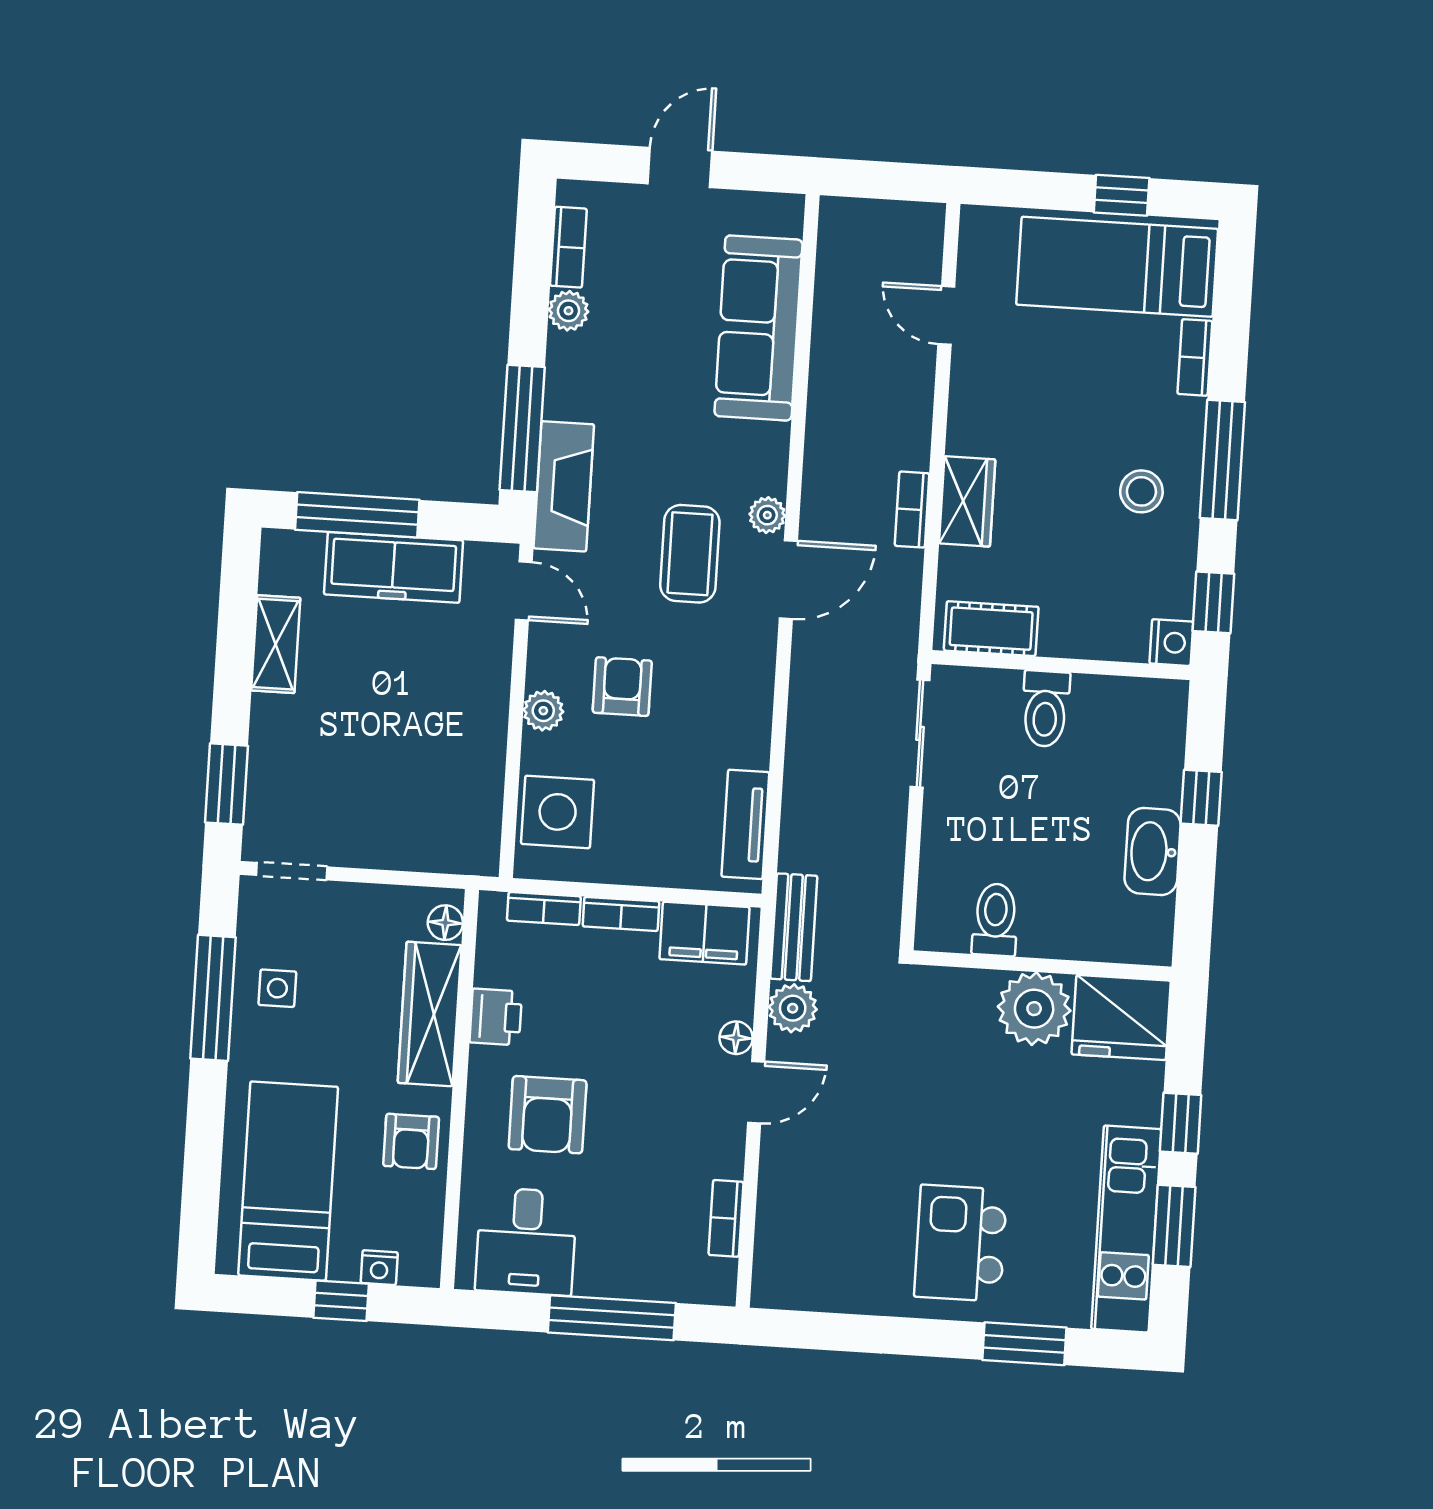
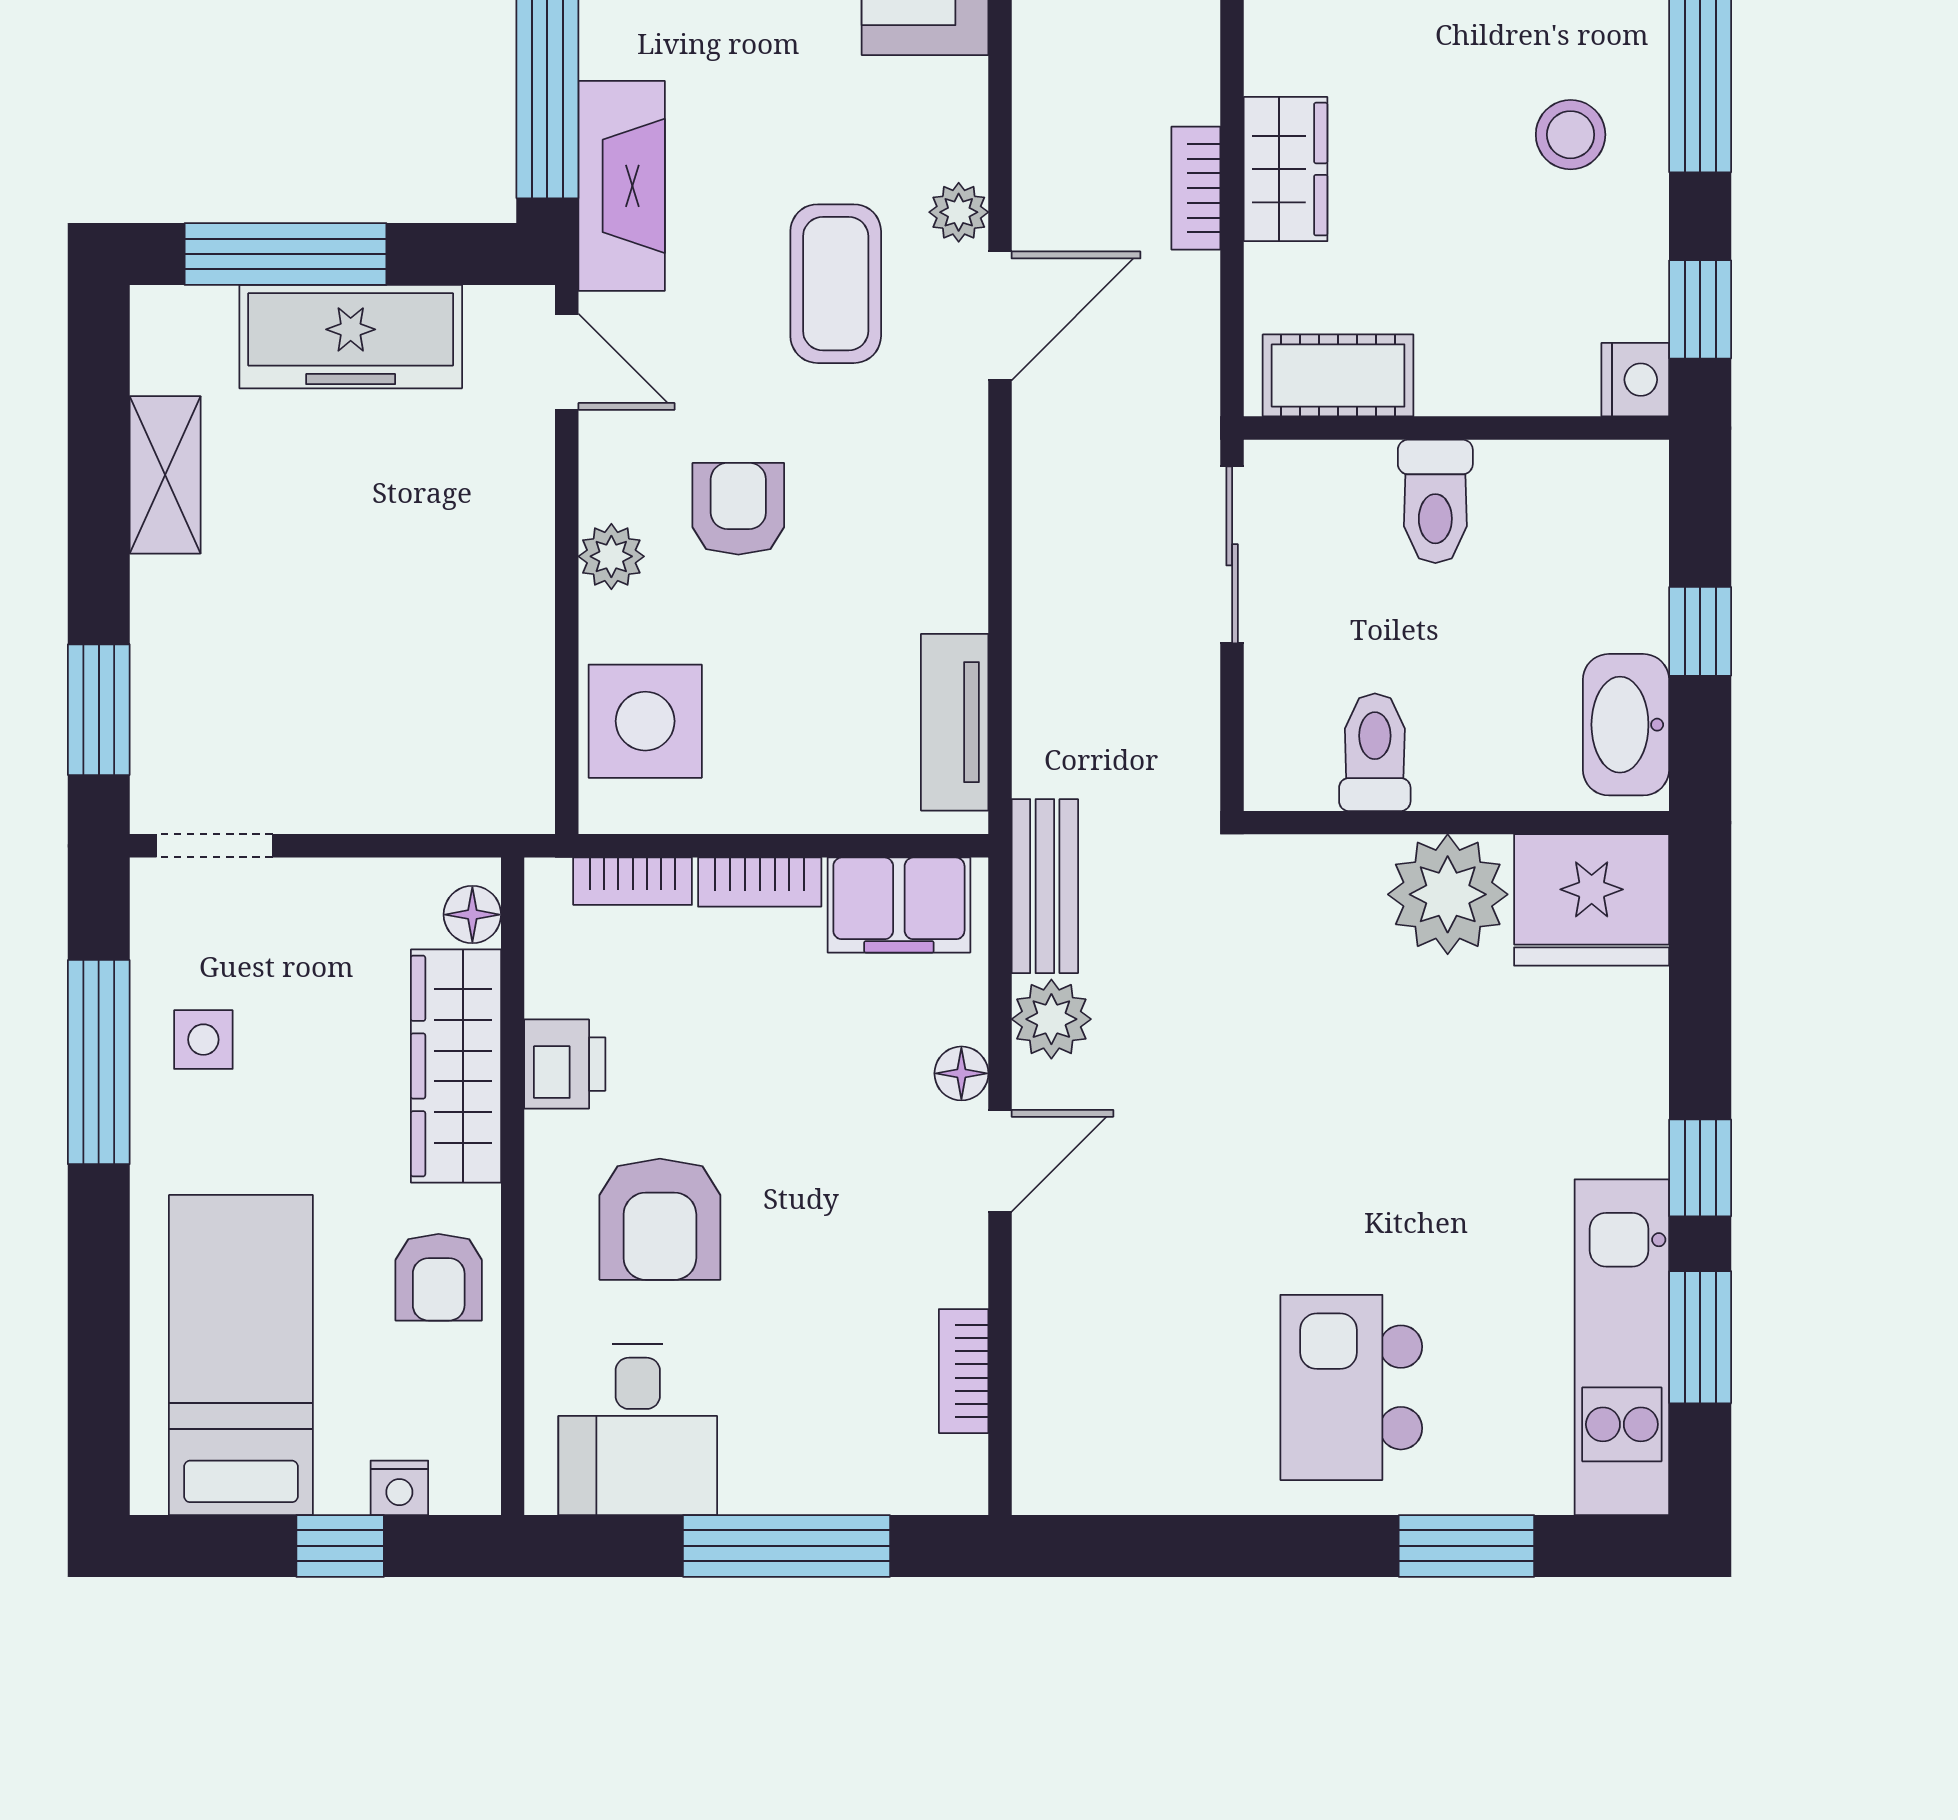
toilet: (995, 920) -> (1375, 752), moved
wall: (1042, 965) -> (1456, 823), moved
plant: (1034, 1009) -> (1448, 894), moved
fridge: (1121, 1018) -> (1592, 900), moved

